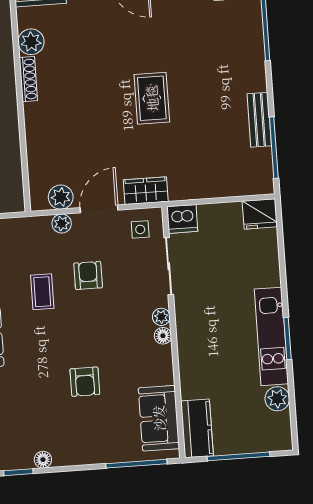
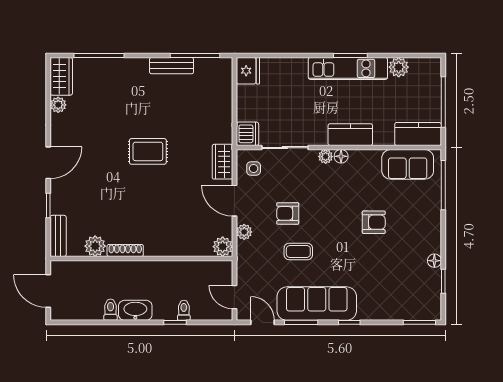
plant: (61, 197) -> (223, 247), moved
kitchen counter: (190, 345) -> (350, 135), added

